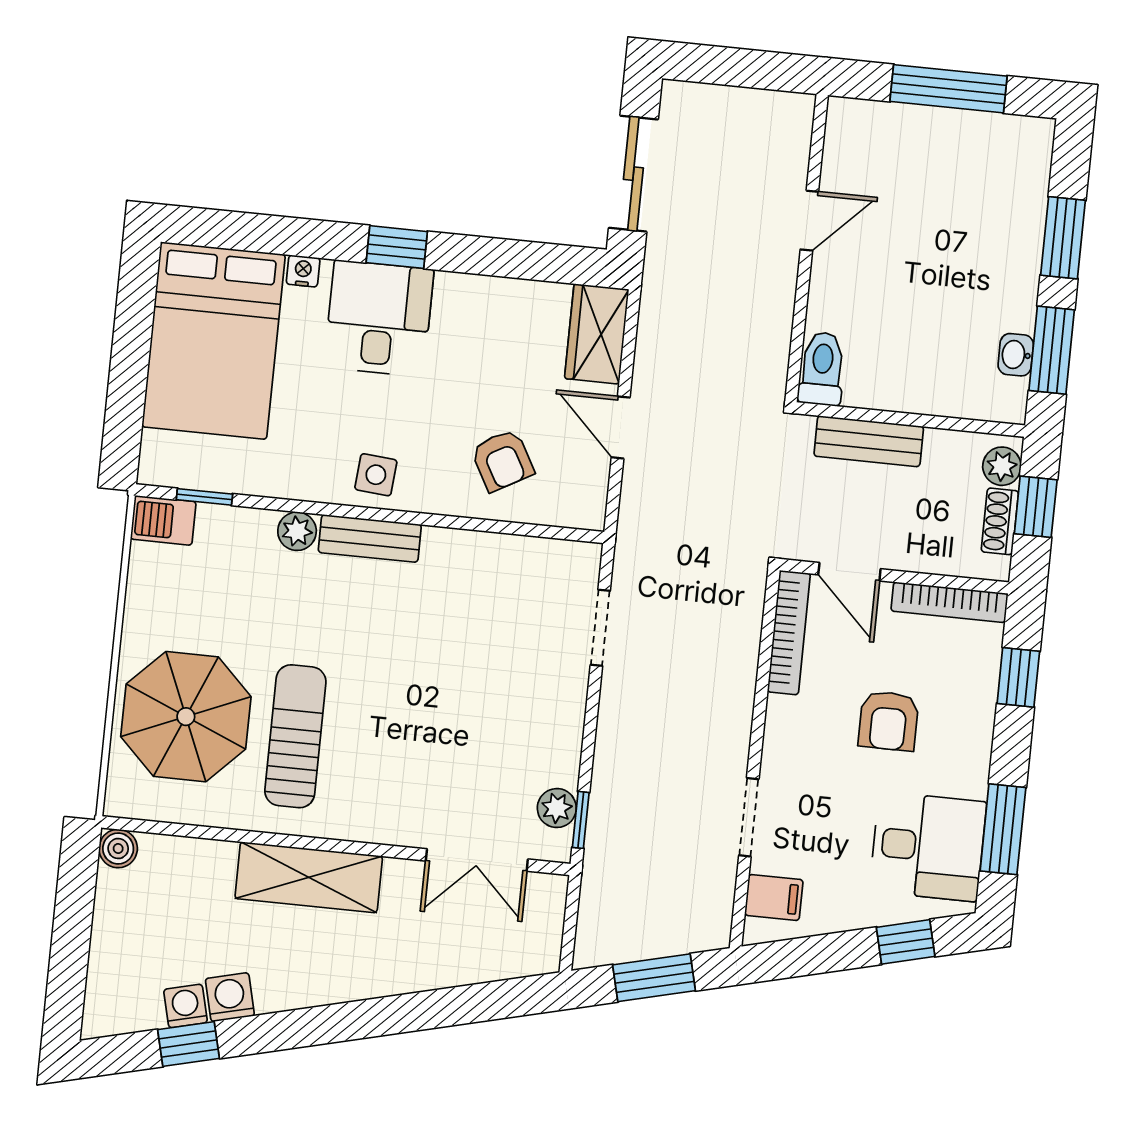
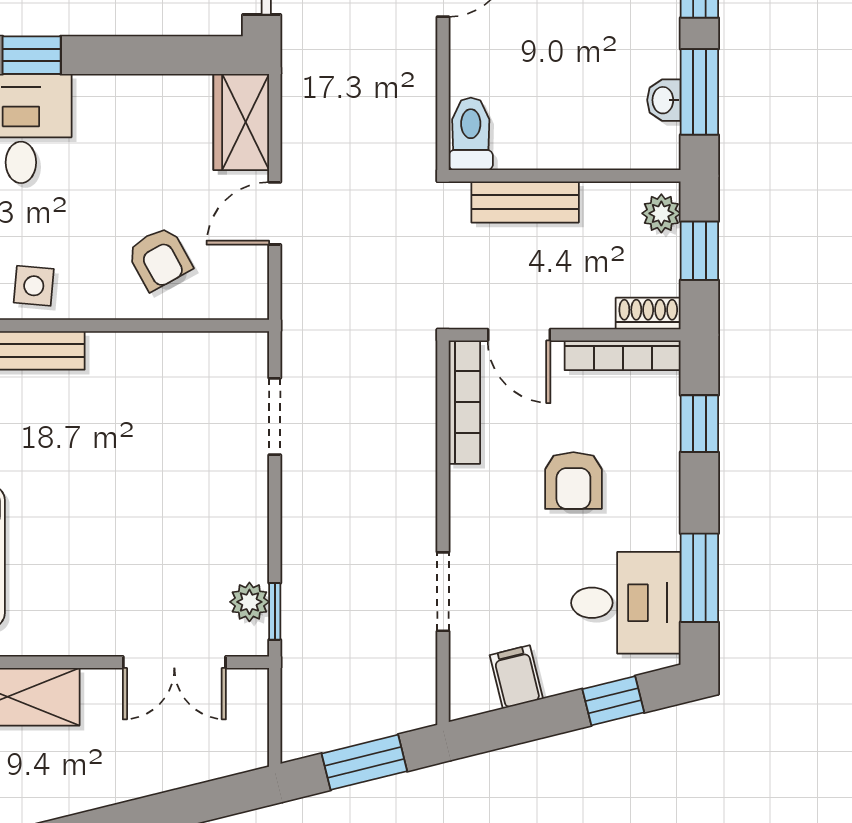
door: (621, 427) -> (275, 213), hinge flipped
shoe rack: (1000, 521) -> (648, 314), moved, turned 90
filing cabinet: (774, 897) -> (516, 677), moved, turned -104

